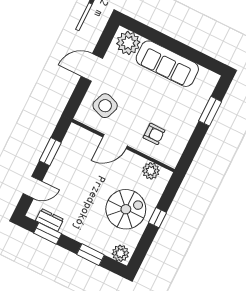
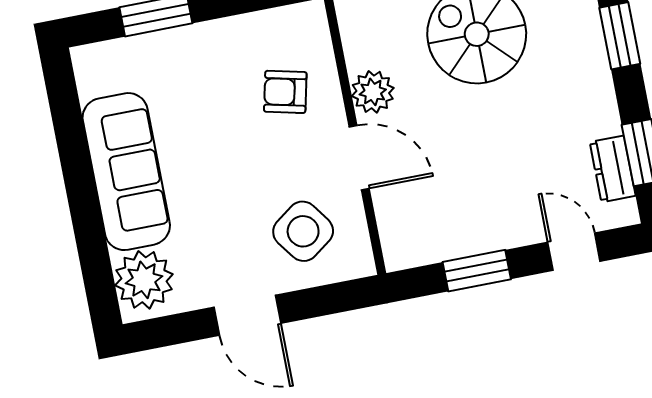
side table: (105, 106) -> (303, 231), turned 33
armchair: (154, 134) -> (285, 92), turned -77
plant: (151, 171) -> (373, 92), moved

